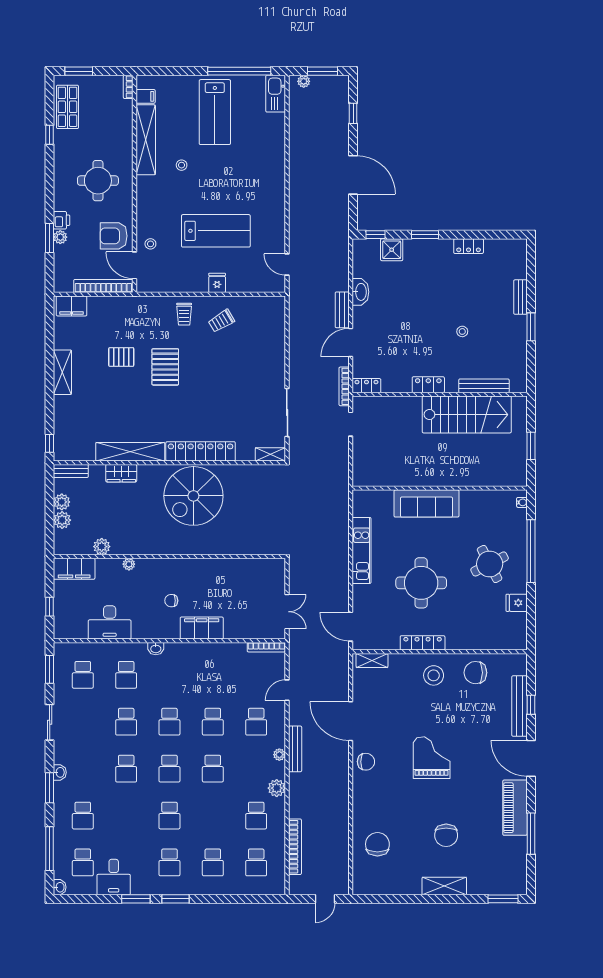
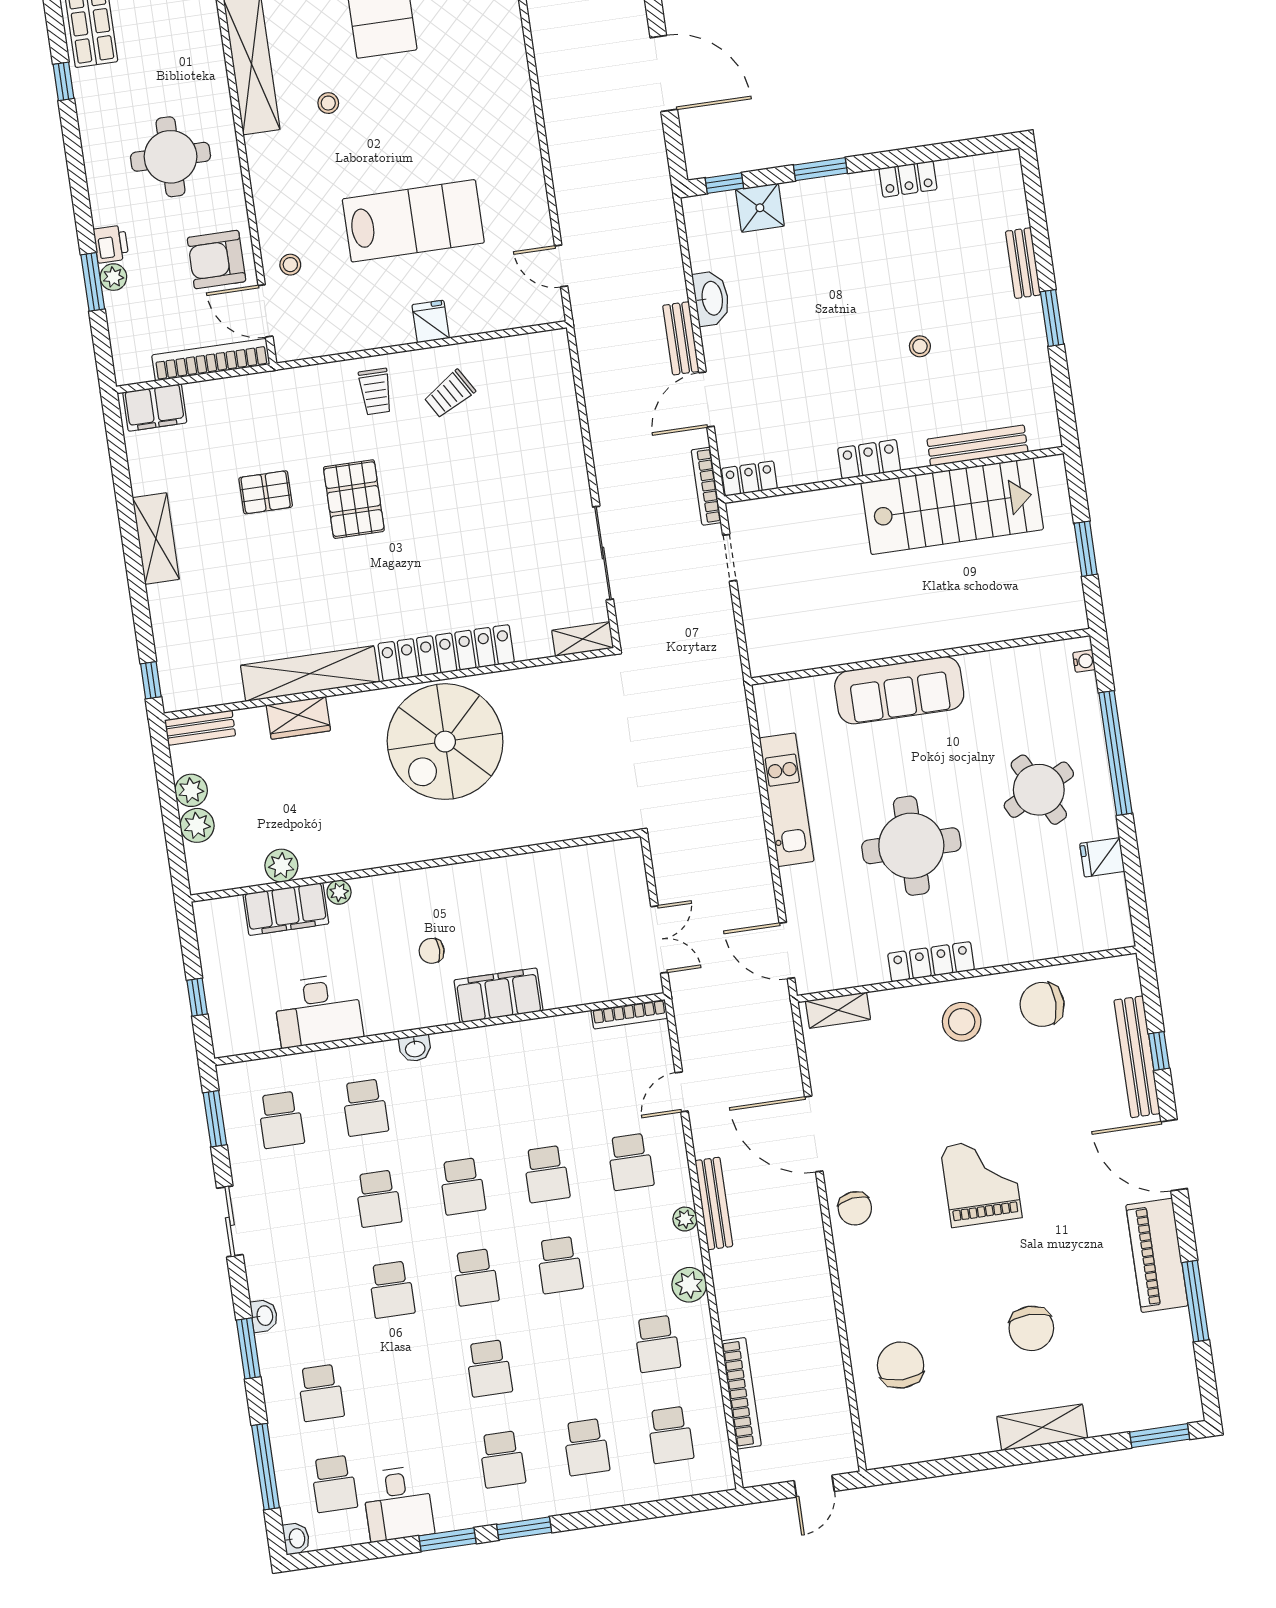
filing cabinet: (74, 569) -> (286, 909), moved
chair: (366, 762) -> (855, 1208), turned 83

